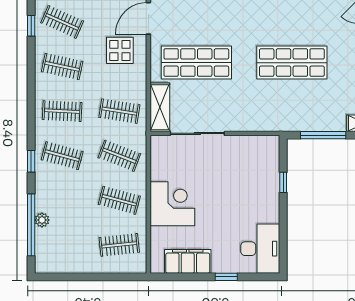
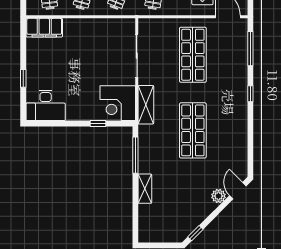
shelving: (160, 107) -> (146, 105), moved, turned 90
corner desk: (172, 204) -> (118, 103), moved, turned 90
filing cabinet: (188, 261) -> (44, 28), moved, turned 90

